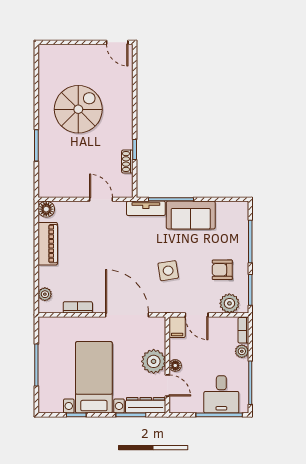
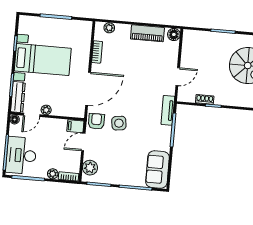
sofa: (191, 215) -> (158, 170), moved
armchair: (222, 270) -> (96, 121), moved
plant: (154, 361) -> (46, 110), width x0.53, depth x0.53
floor lamp: (175, 365) -> (15, 119), moved
desk: (221, 394) -> (21, 155), width x1.37

